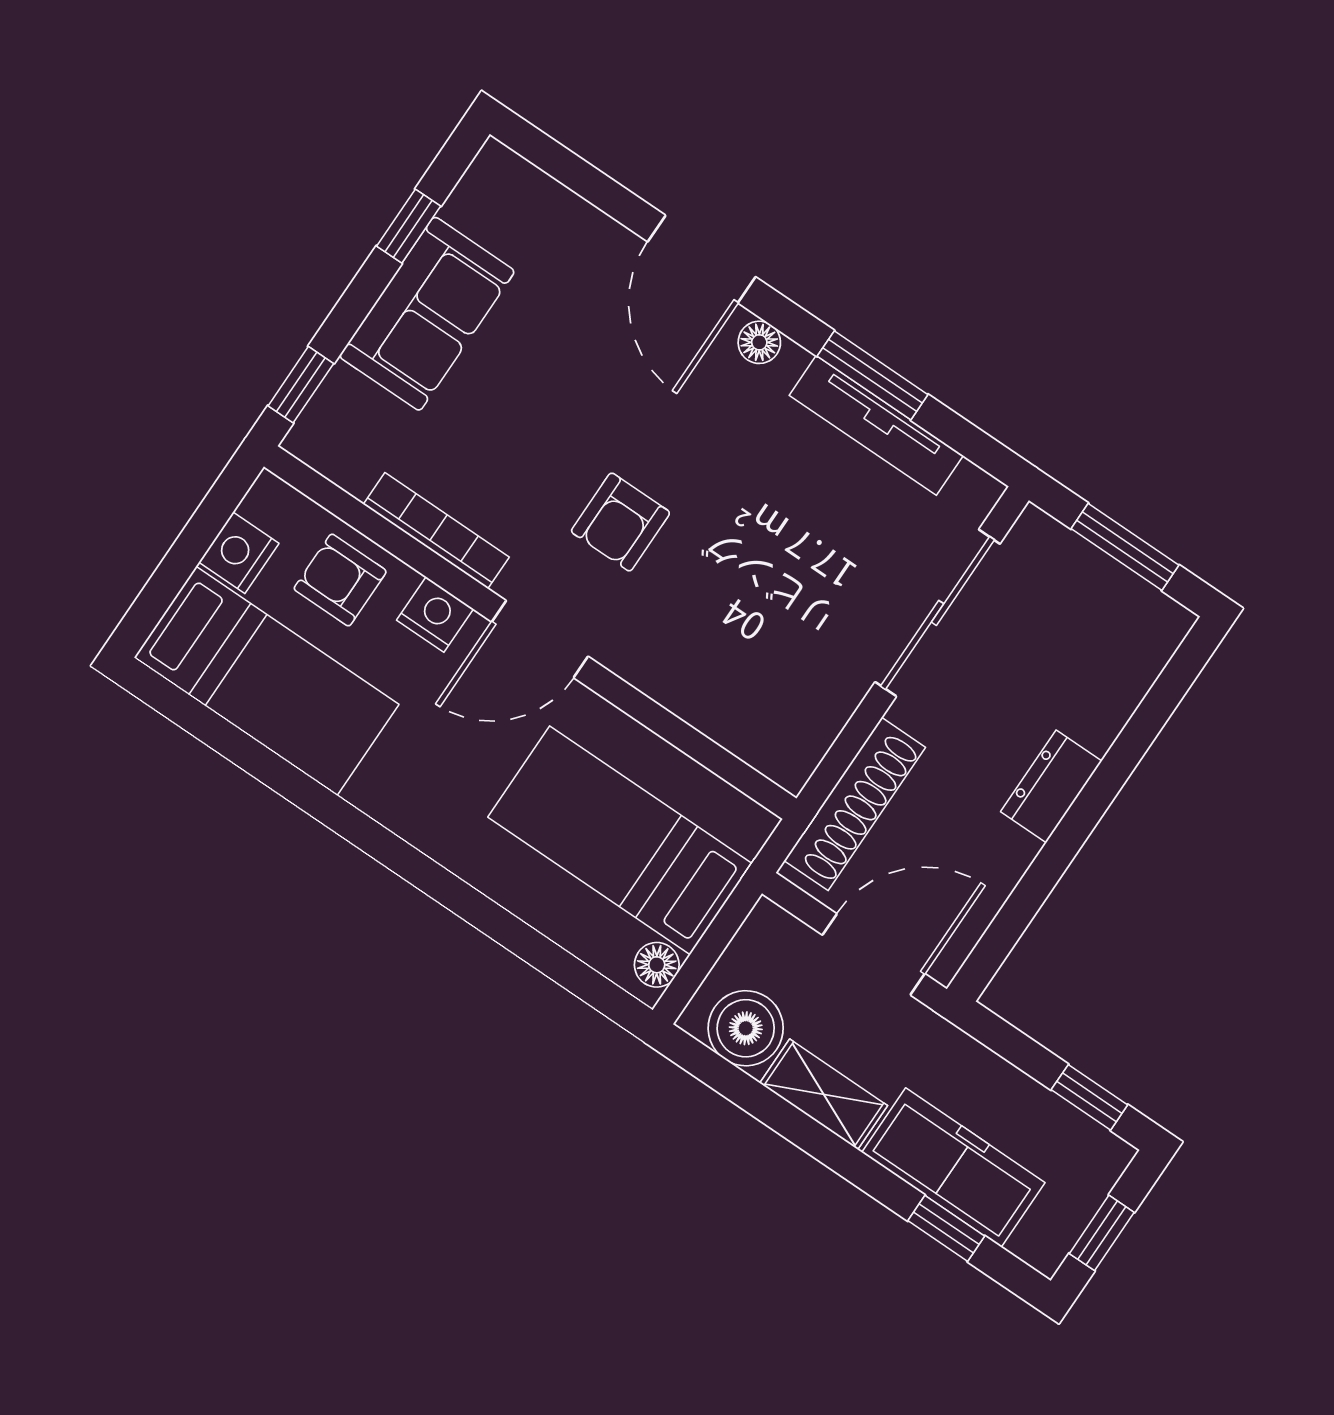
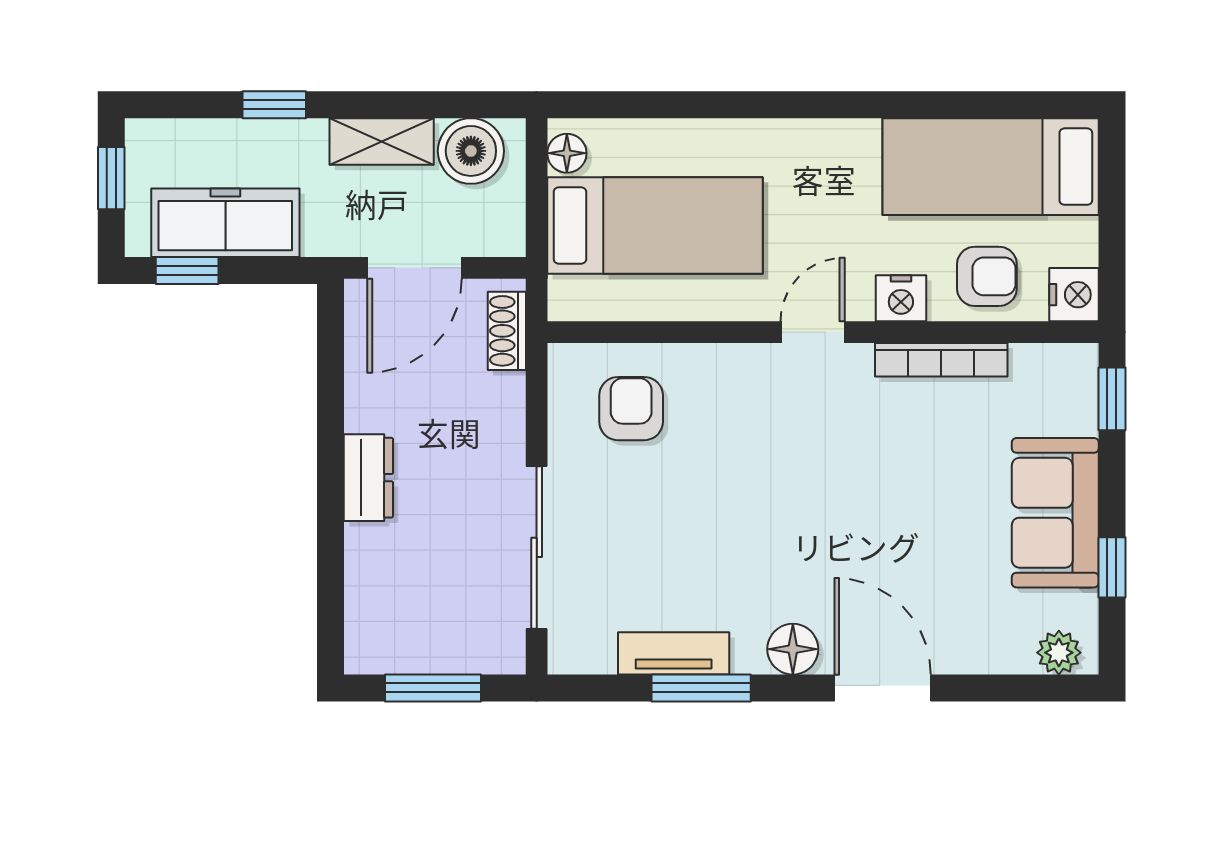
plant: (513, 180) -> (1059, 653), added
floor lamp: (759, 342) -> (793, 649), width x1.37, depth x1.37
tv unit: (876, 425) -> (674, 653), width x0.71
armchair: (620, 522) -> (631, 409), moved
nightstand: (239, 553) -> (1074, 295), moved
door: (540, 639) -> (813, 332), width x0.73
shoe rack: (855, 804) -> (507, 331), width x0.51, depth x0.81
freezer: (953, 1167) -> (225, 223), moved, turned 180
window: (946, 1228) -> (274, 105), moved

